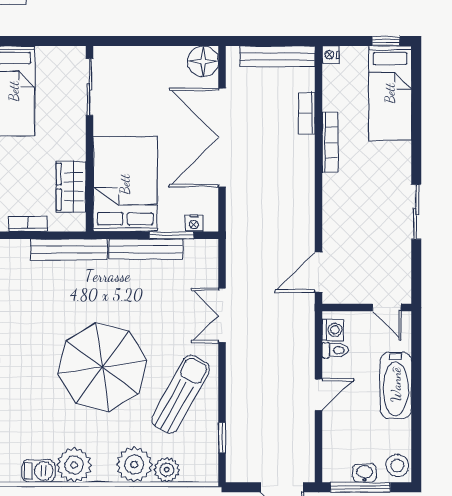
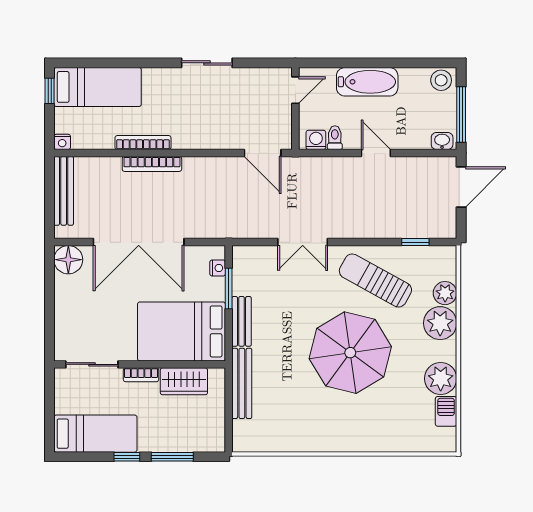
bookcase: (307, 113) -> (152, 164), moved, width x1.56
bookcase: (28, 224) -> (141, 375), moved, turned -90
bench: (146, 249) -> (242, 321), width x0.73
washbasin: (365, 473) -> (442, 141), moved, turned 90

